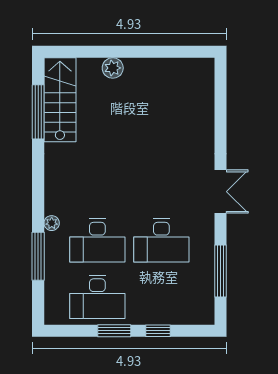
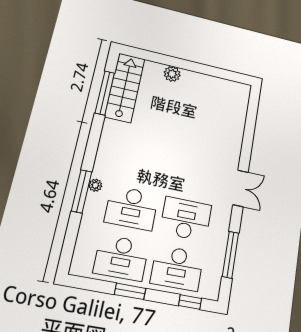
desk: (161, 240) -> (186, 219), turned 180
window: (38, 256) -> (82, 191), moved
desk: (161, 297) -> (177, 268), added
window: (158, 331) -> (190, 302), moved

